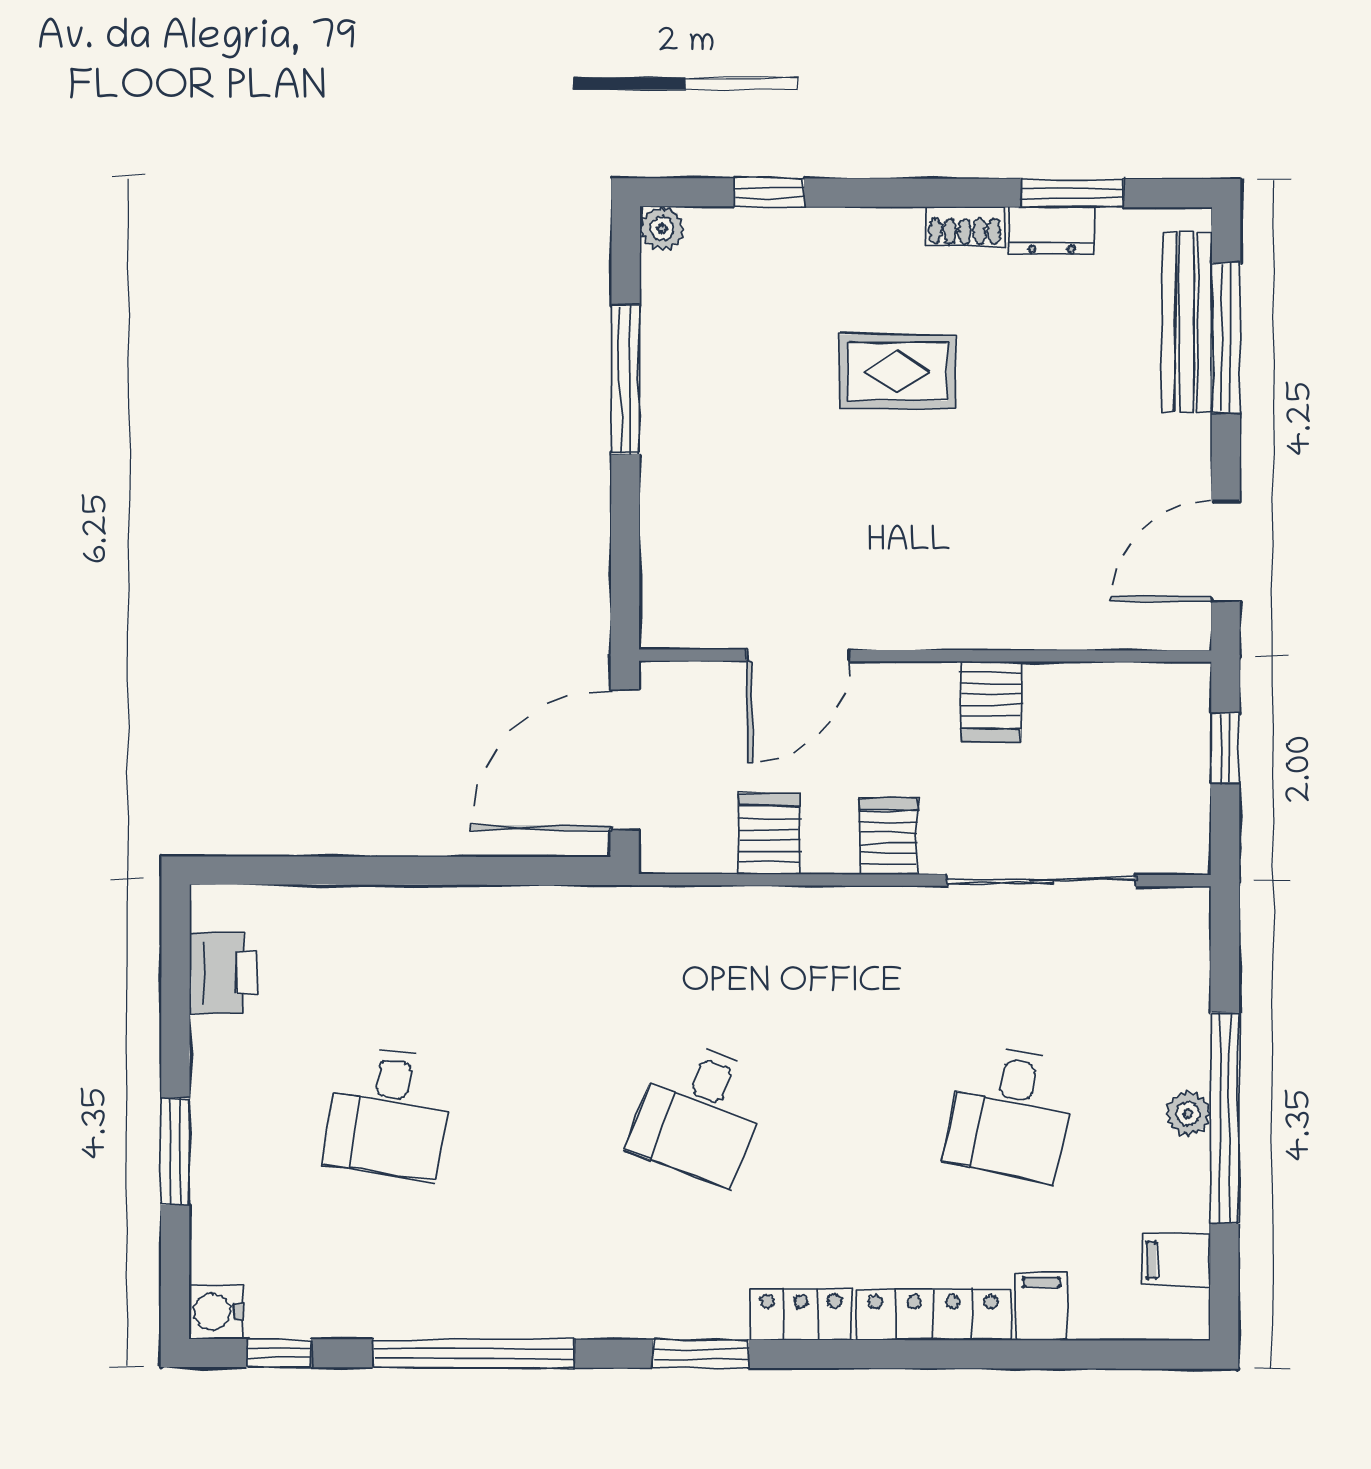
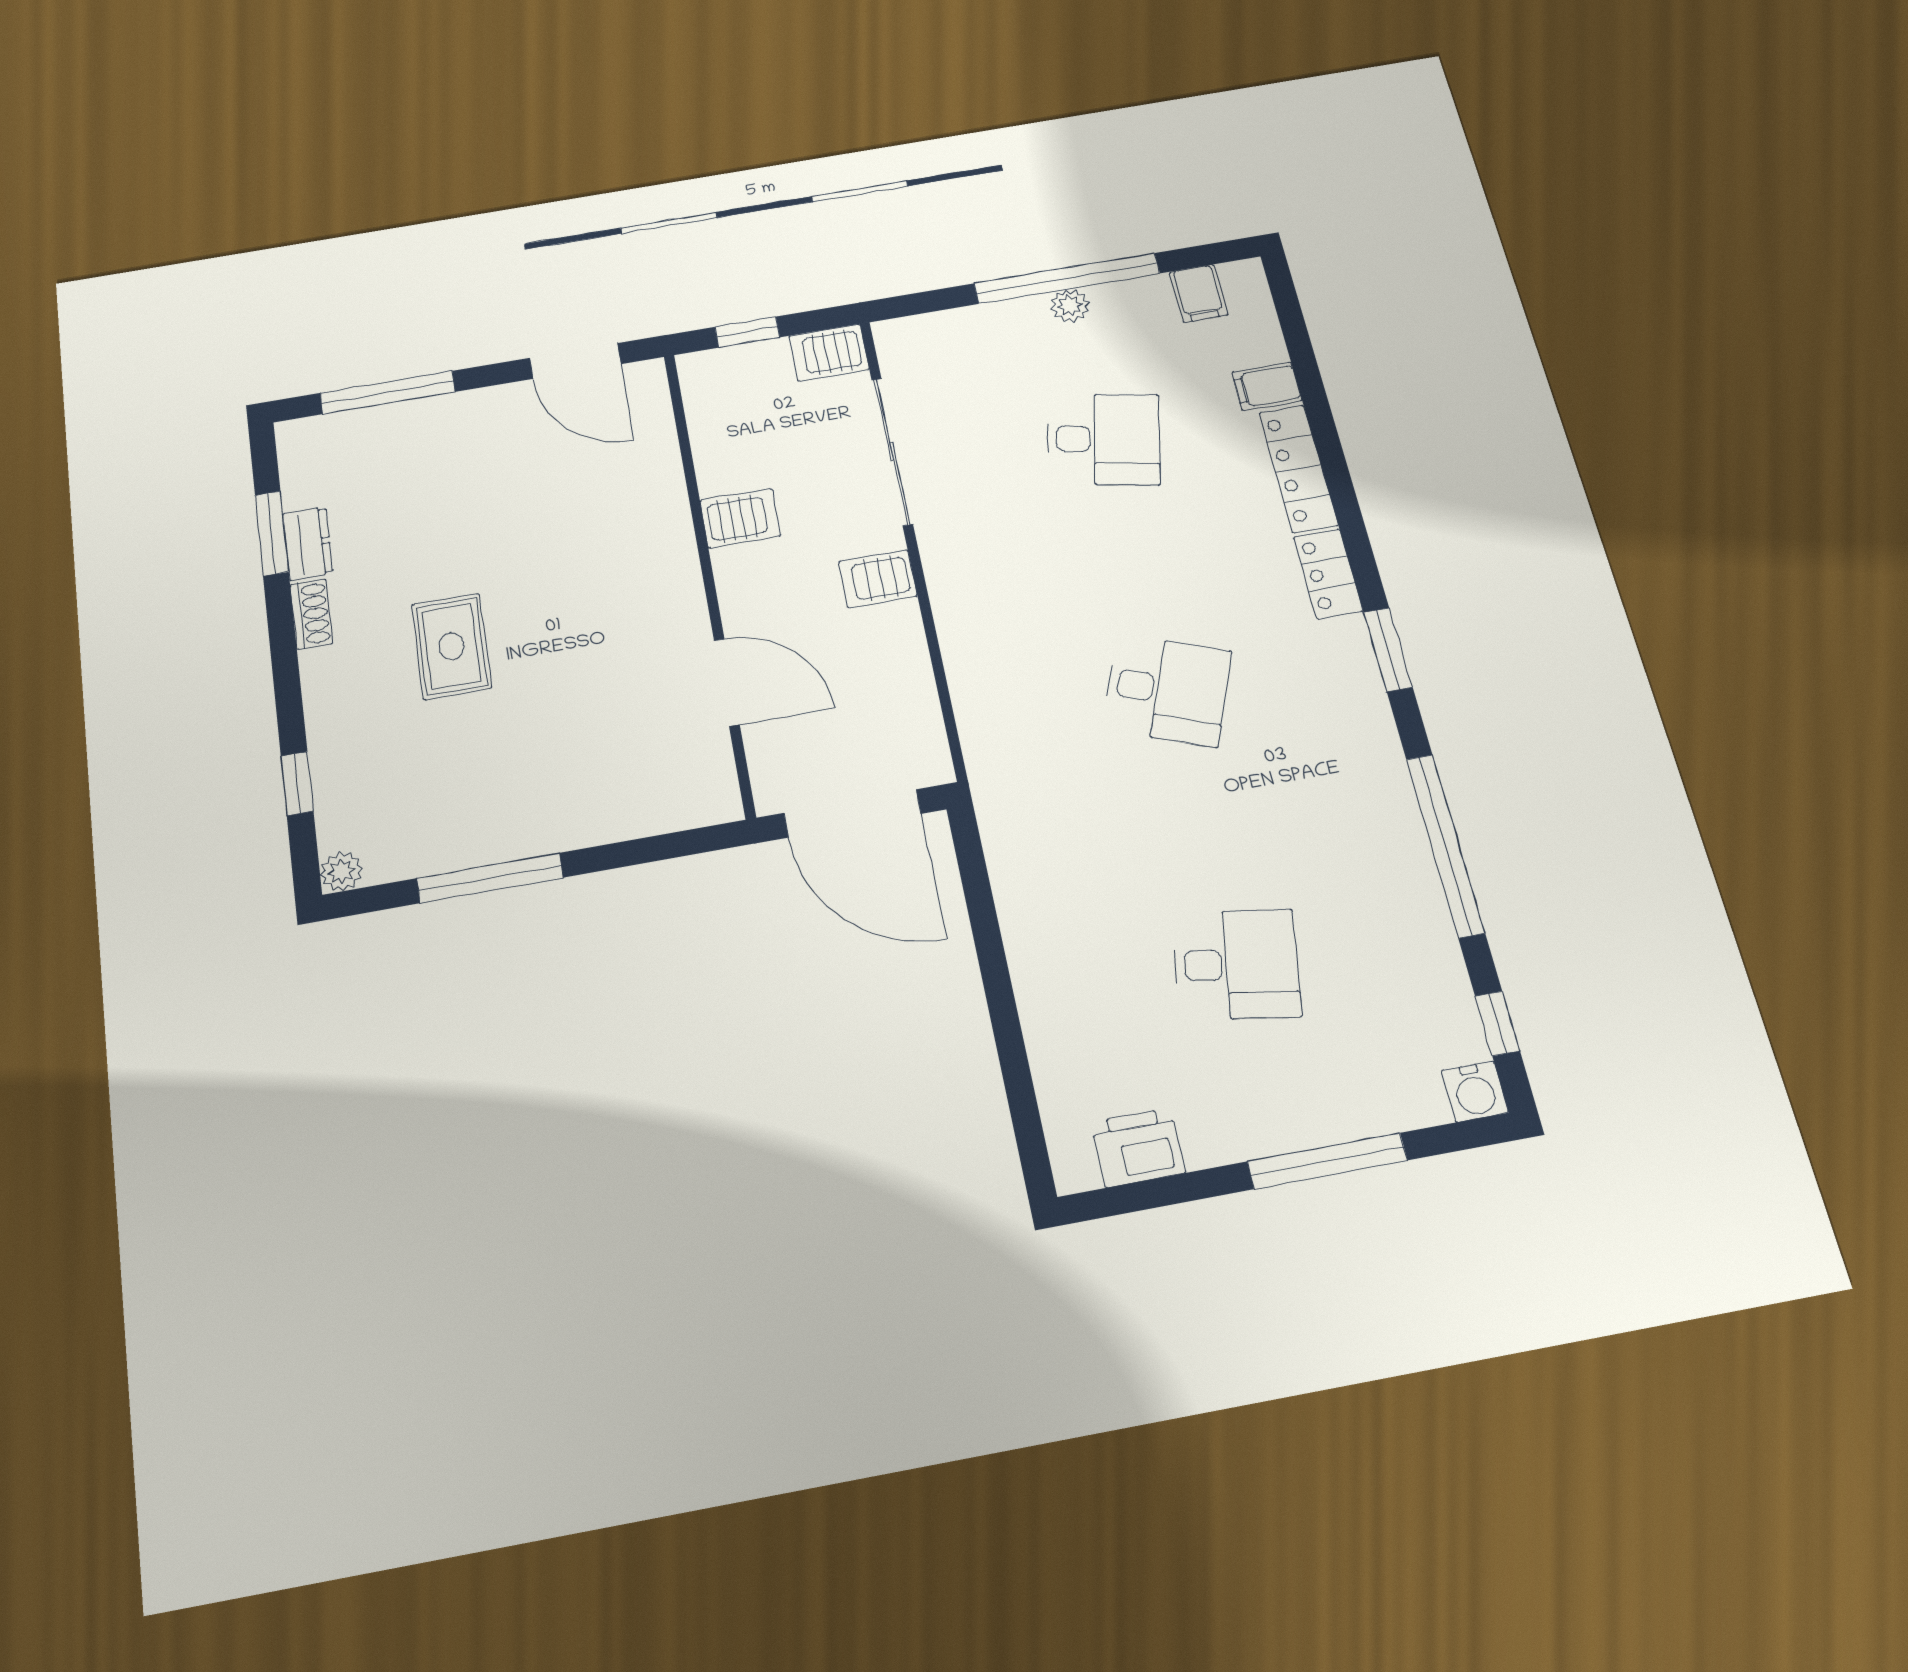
bench: (1187, 322) -> (377, 424), removed
server rack: (769, 833) -> (829, 353), moved
window: (175, 1152) -> (1327, 1161), width x1.44

